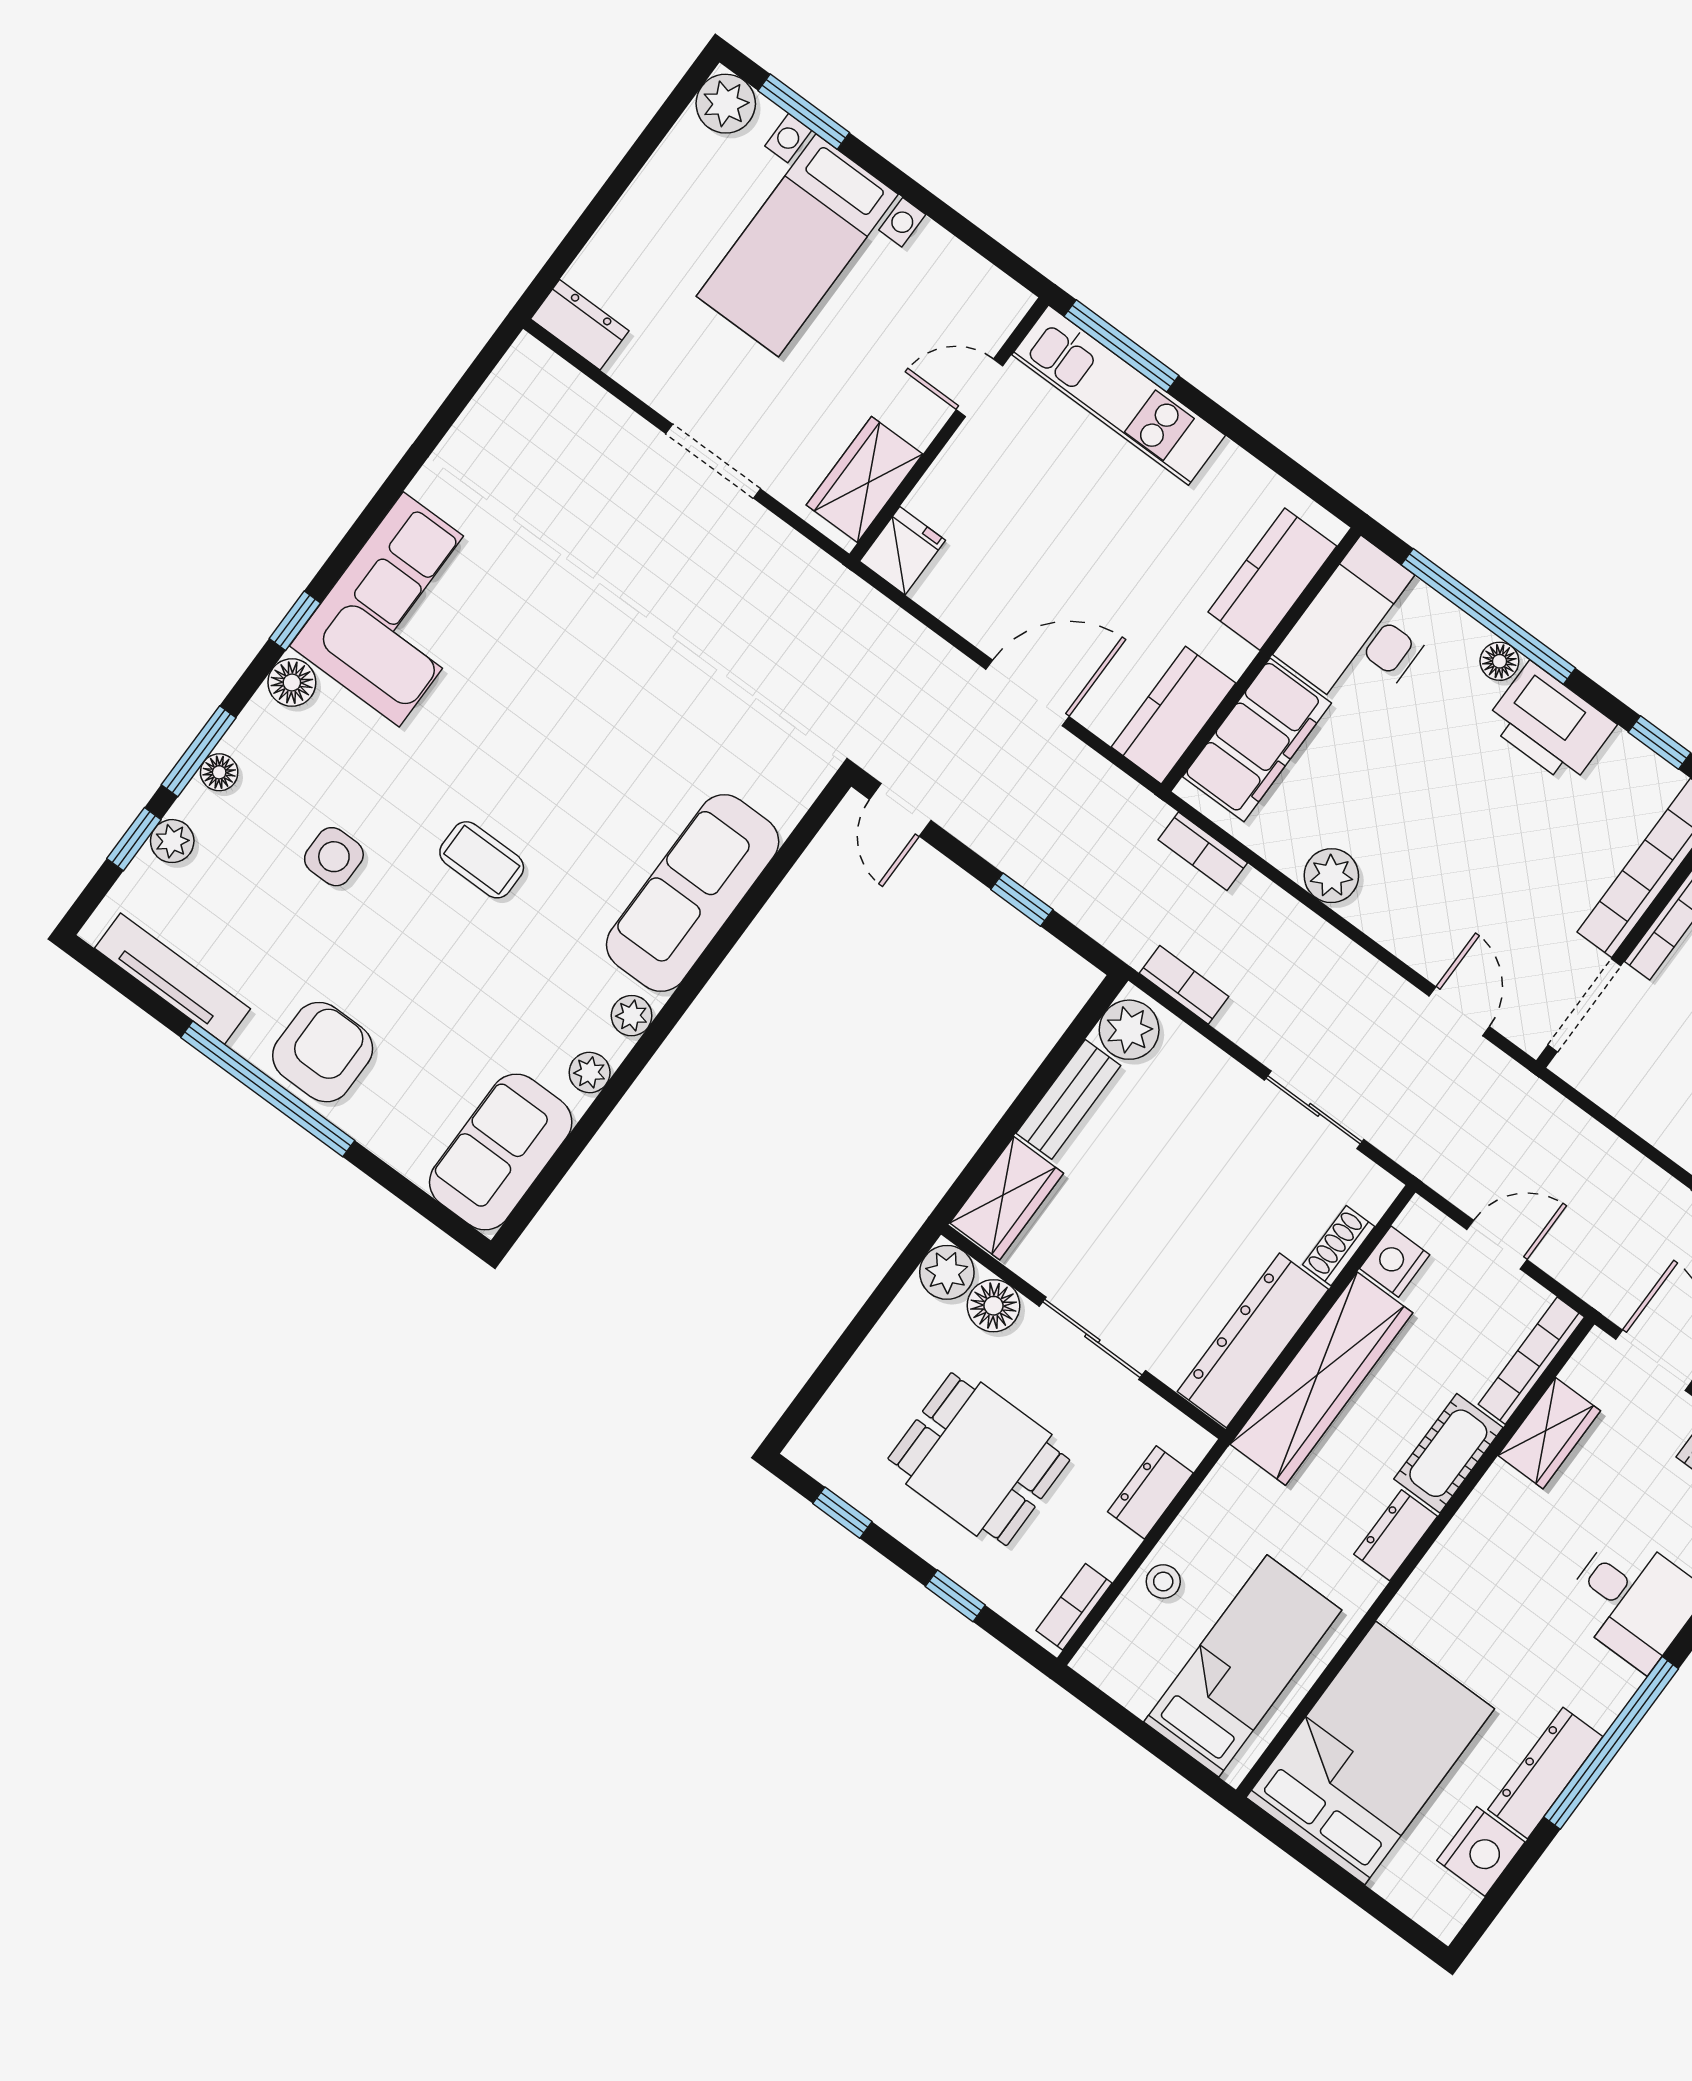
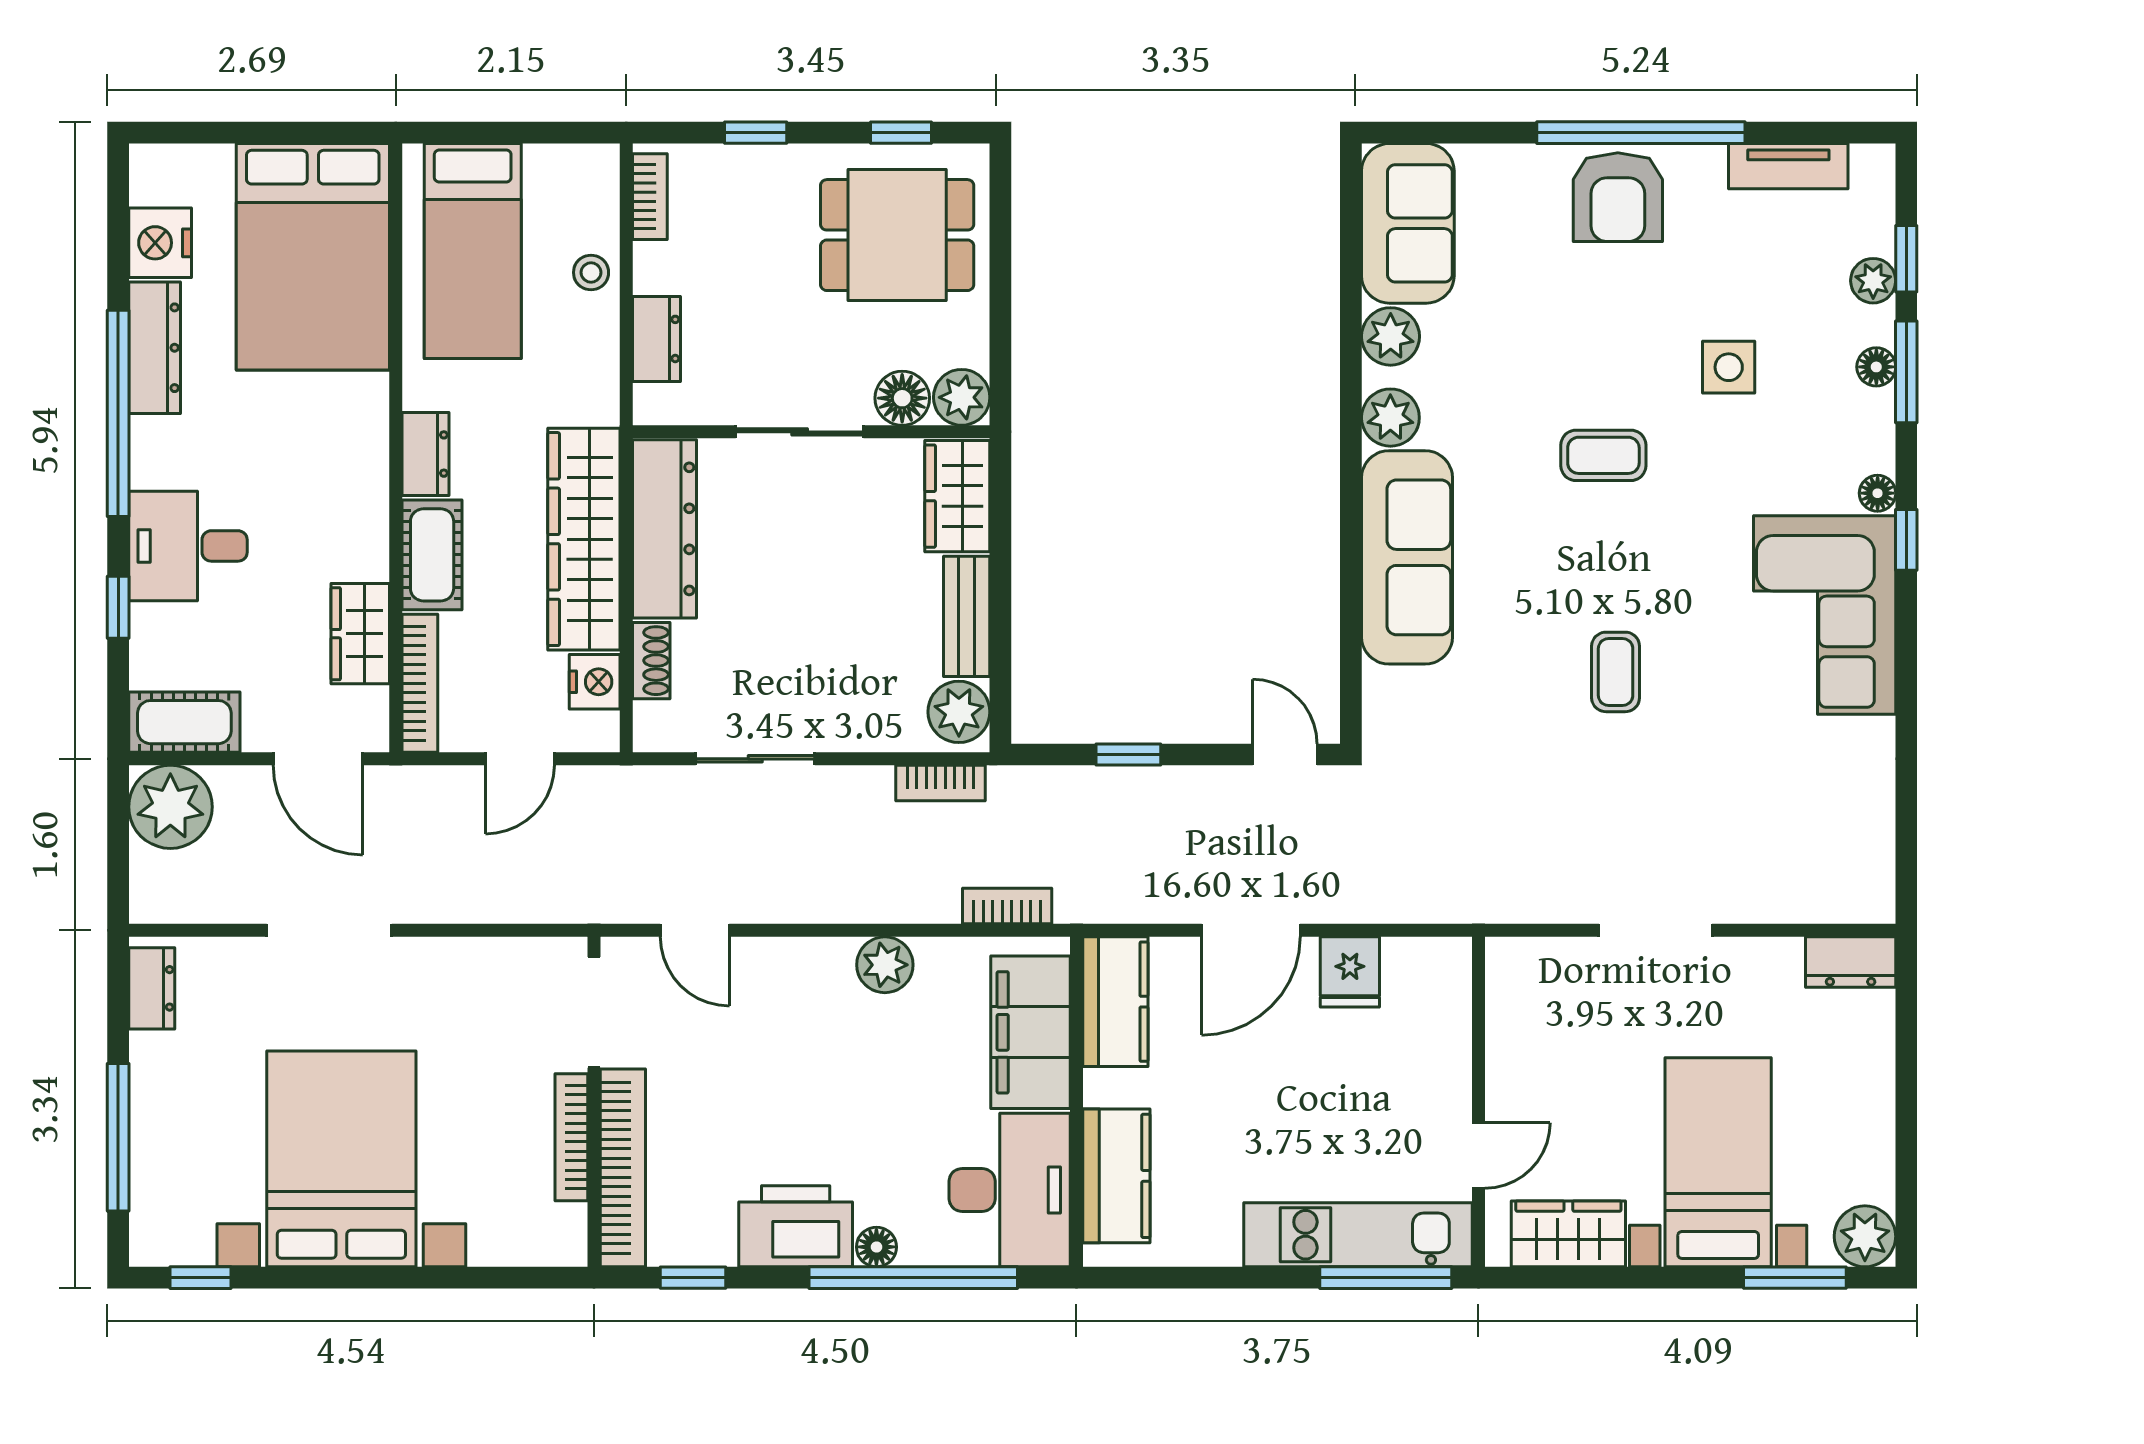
wardrobe: (864, 480) -> (1568, 1234), moved, turned -90
fridge: (902, 551) -> (1350, 972), moved
floor lamp: (292, 683) -> (1878, 493), width x0.73, depth x0.73
coffee table: (596, 685) -> (1616, 672), added
tv unit: (172, 979) -> (1788, 166), width x0.71
plant: (632, 1016) -> (1390, 418), width x1.38, depth x1.38
plant: (590, 1073) -> (1391, 336), width x1.38, depth x1.38
dining table: (979, 1459) -> (897, 235), moved

